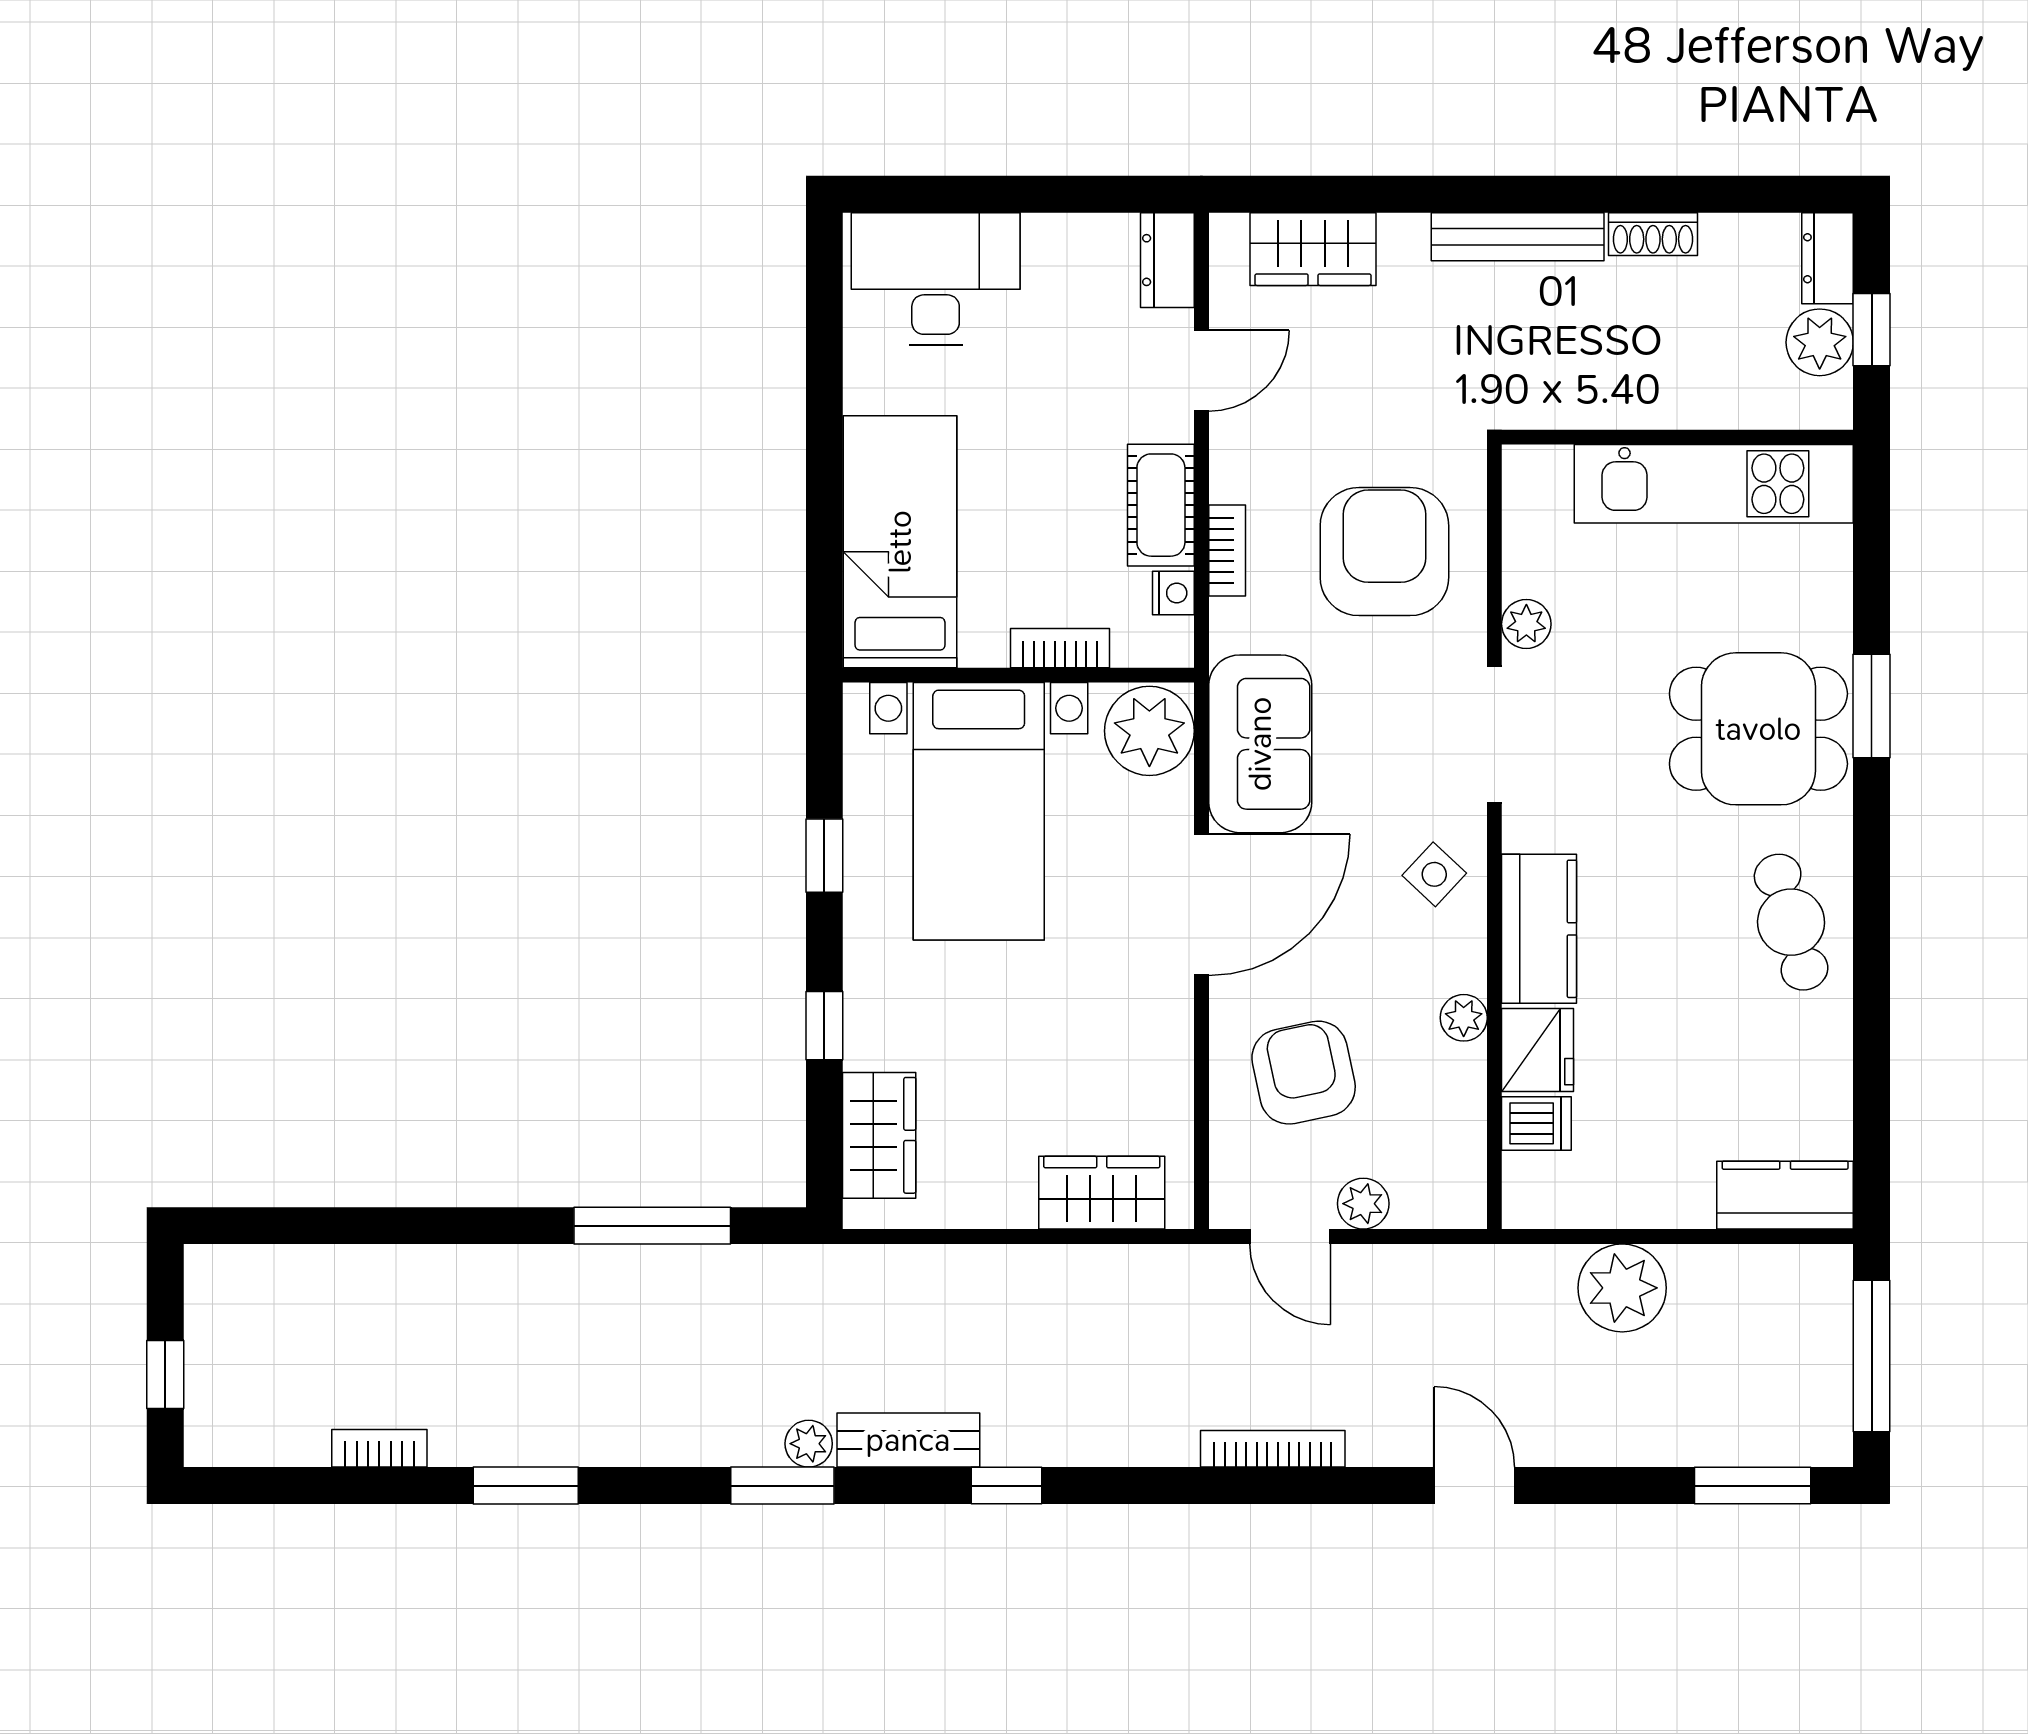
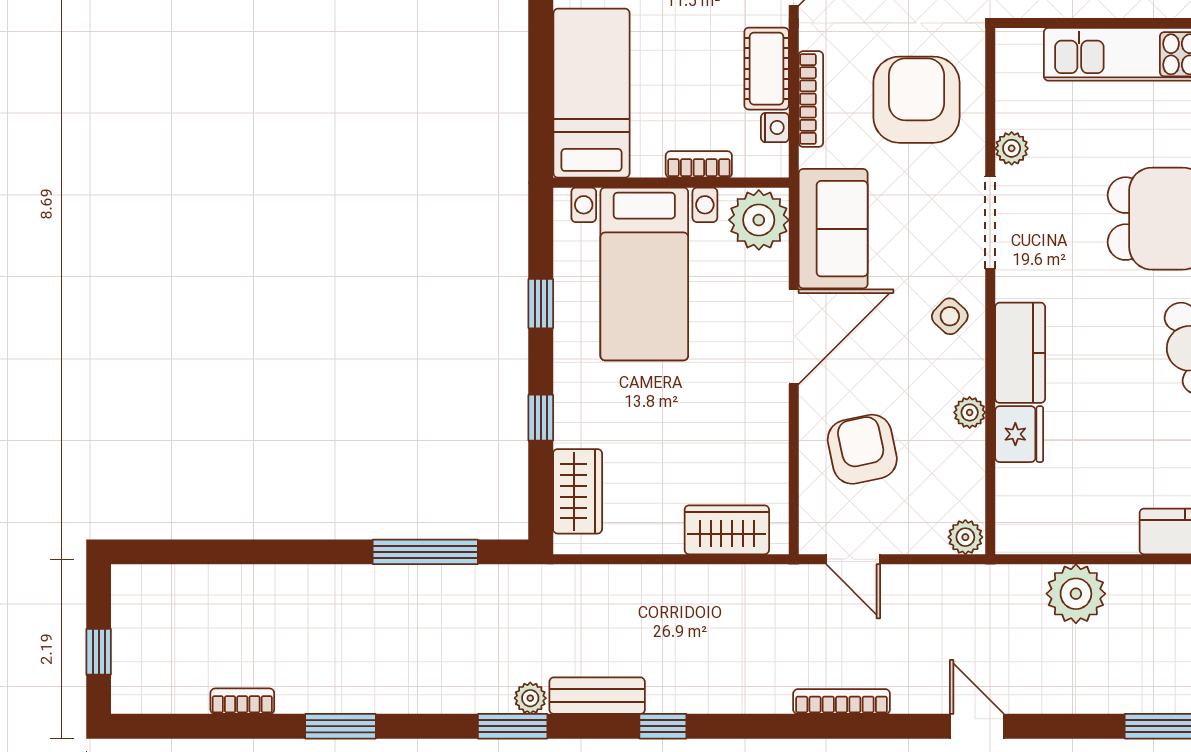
bookcase: (1227, 550) -> (811, 99), width x1.56
dishwasher: (1536, 1123) -> (1018, 483), removed
plant: (1363, 1204) -> (965, 537), moved

